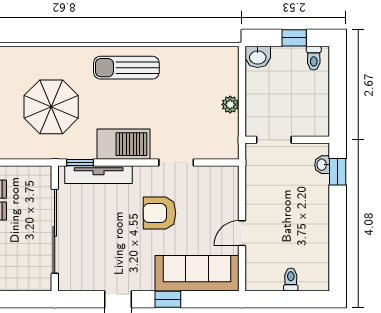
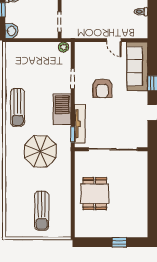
plant: (230, 104) -> (64, 47), moved

